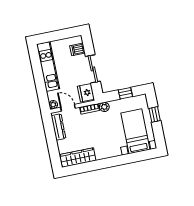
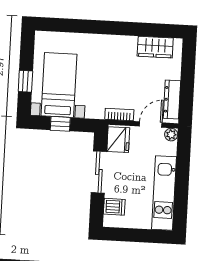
plant: (104, 107) -> (97, 112), removed
door: (68, 108) -> (151, 124), swing flipped
bed with nightstands: (135, 131) -> (59, 85), moved, turned 180
wardrobe: (78, 158) -> (155, 47), width x0.67

